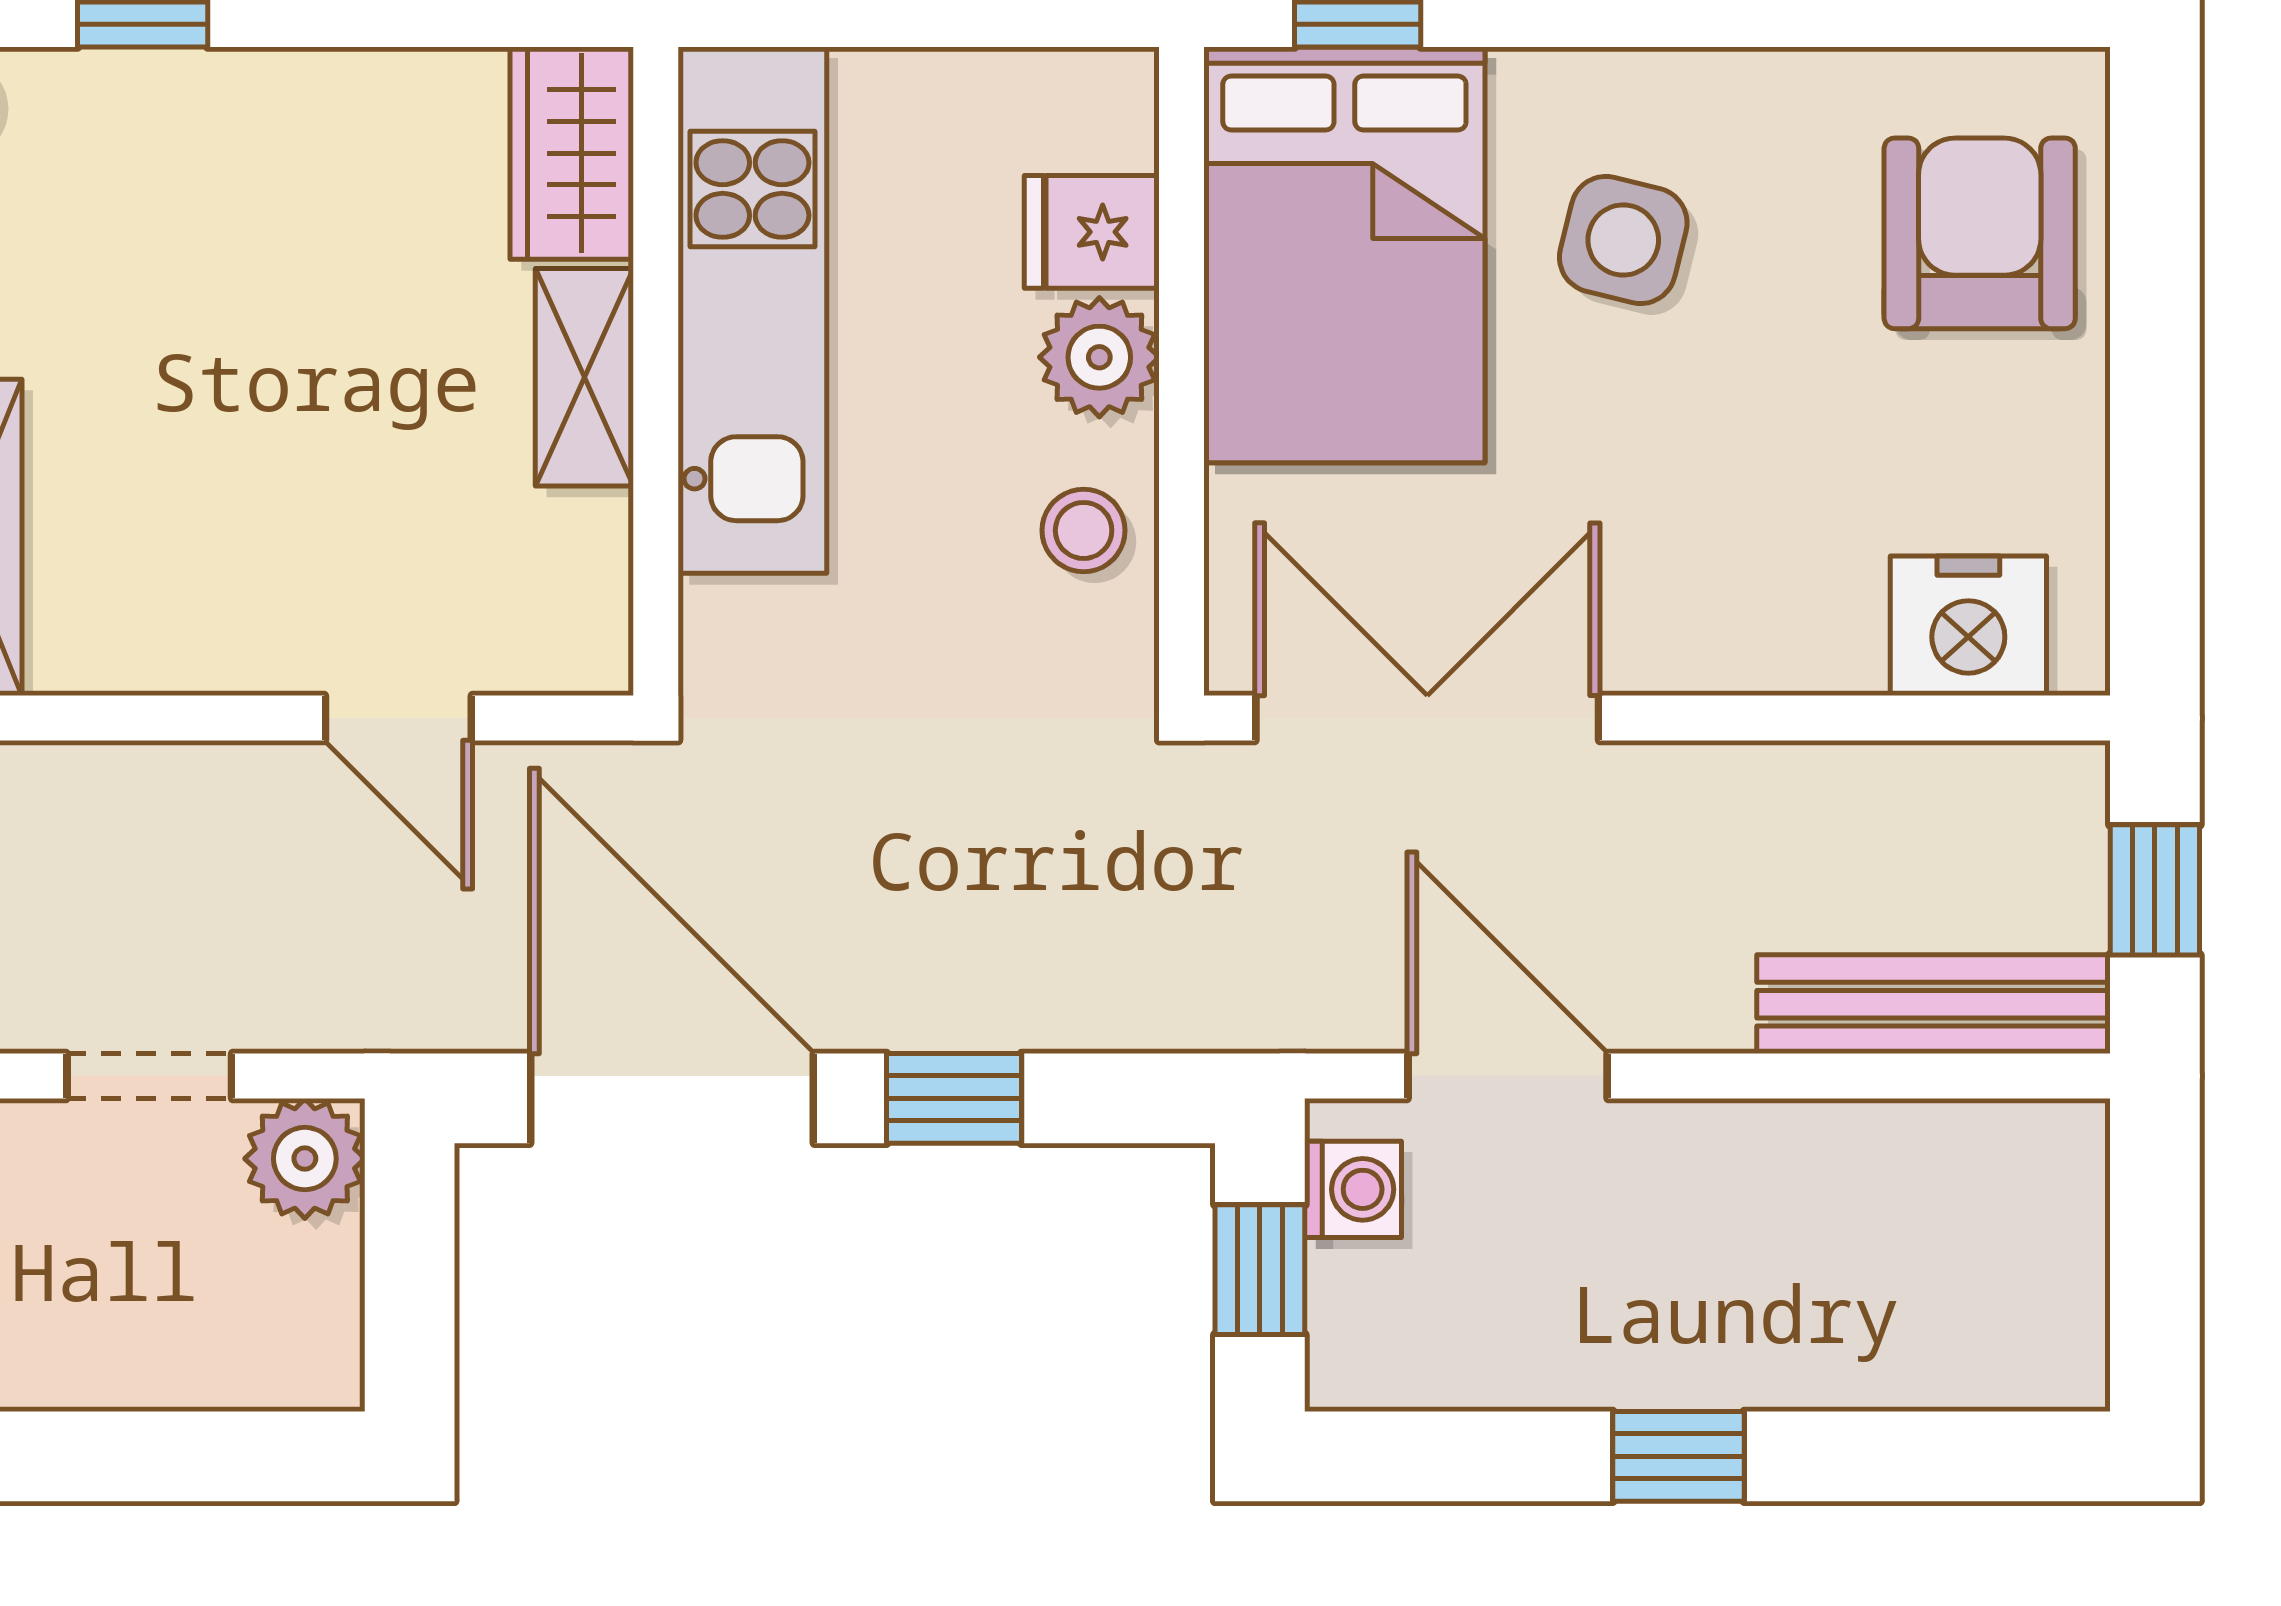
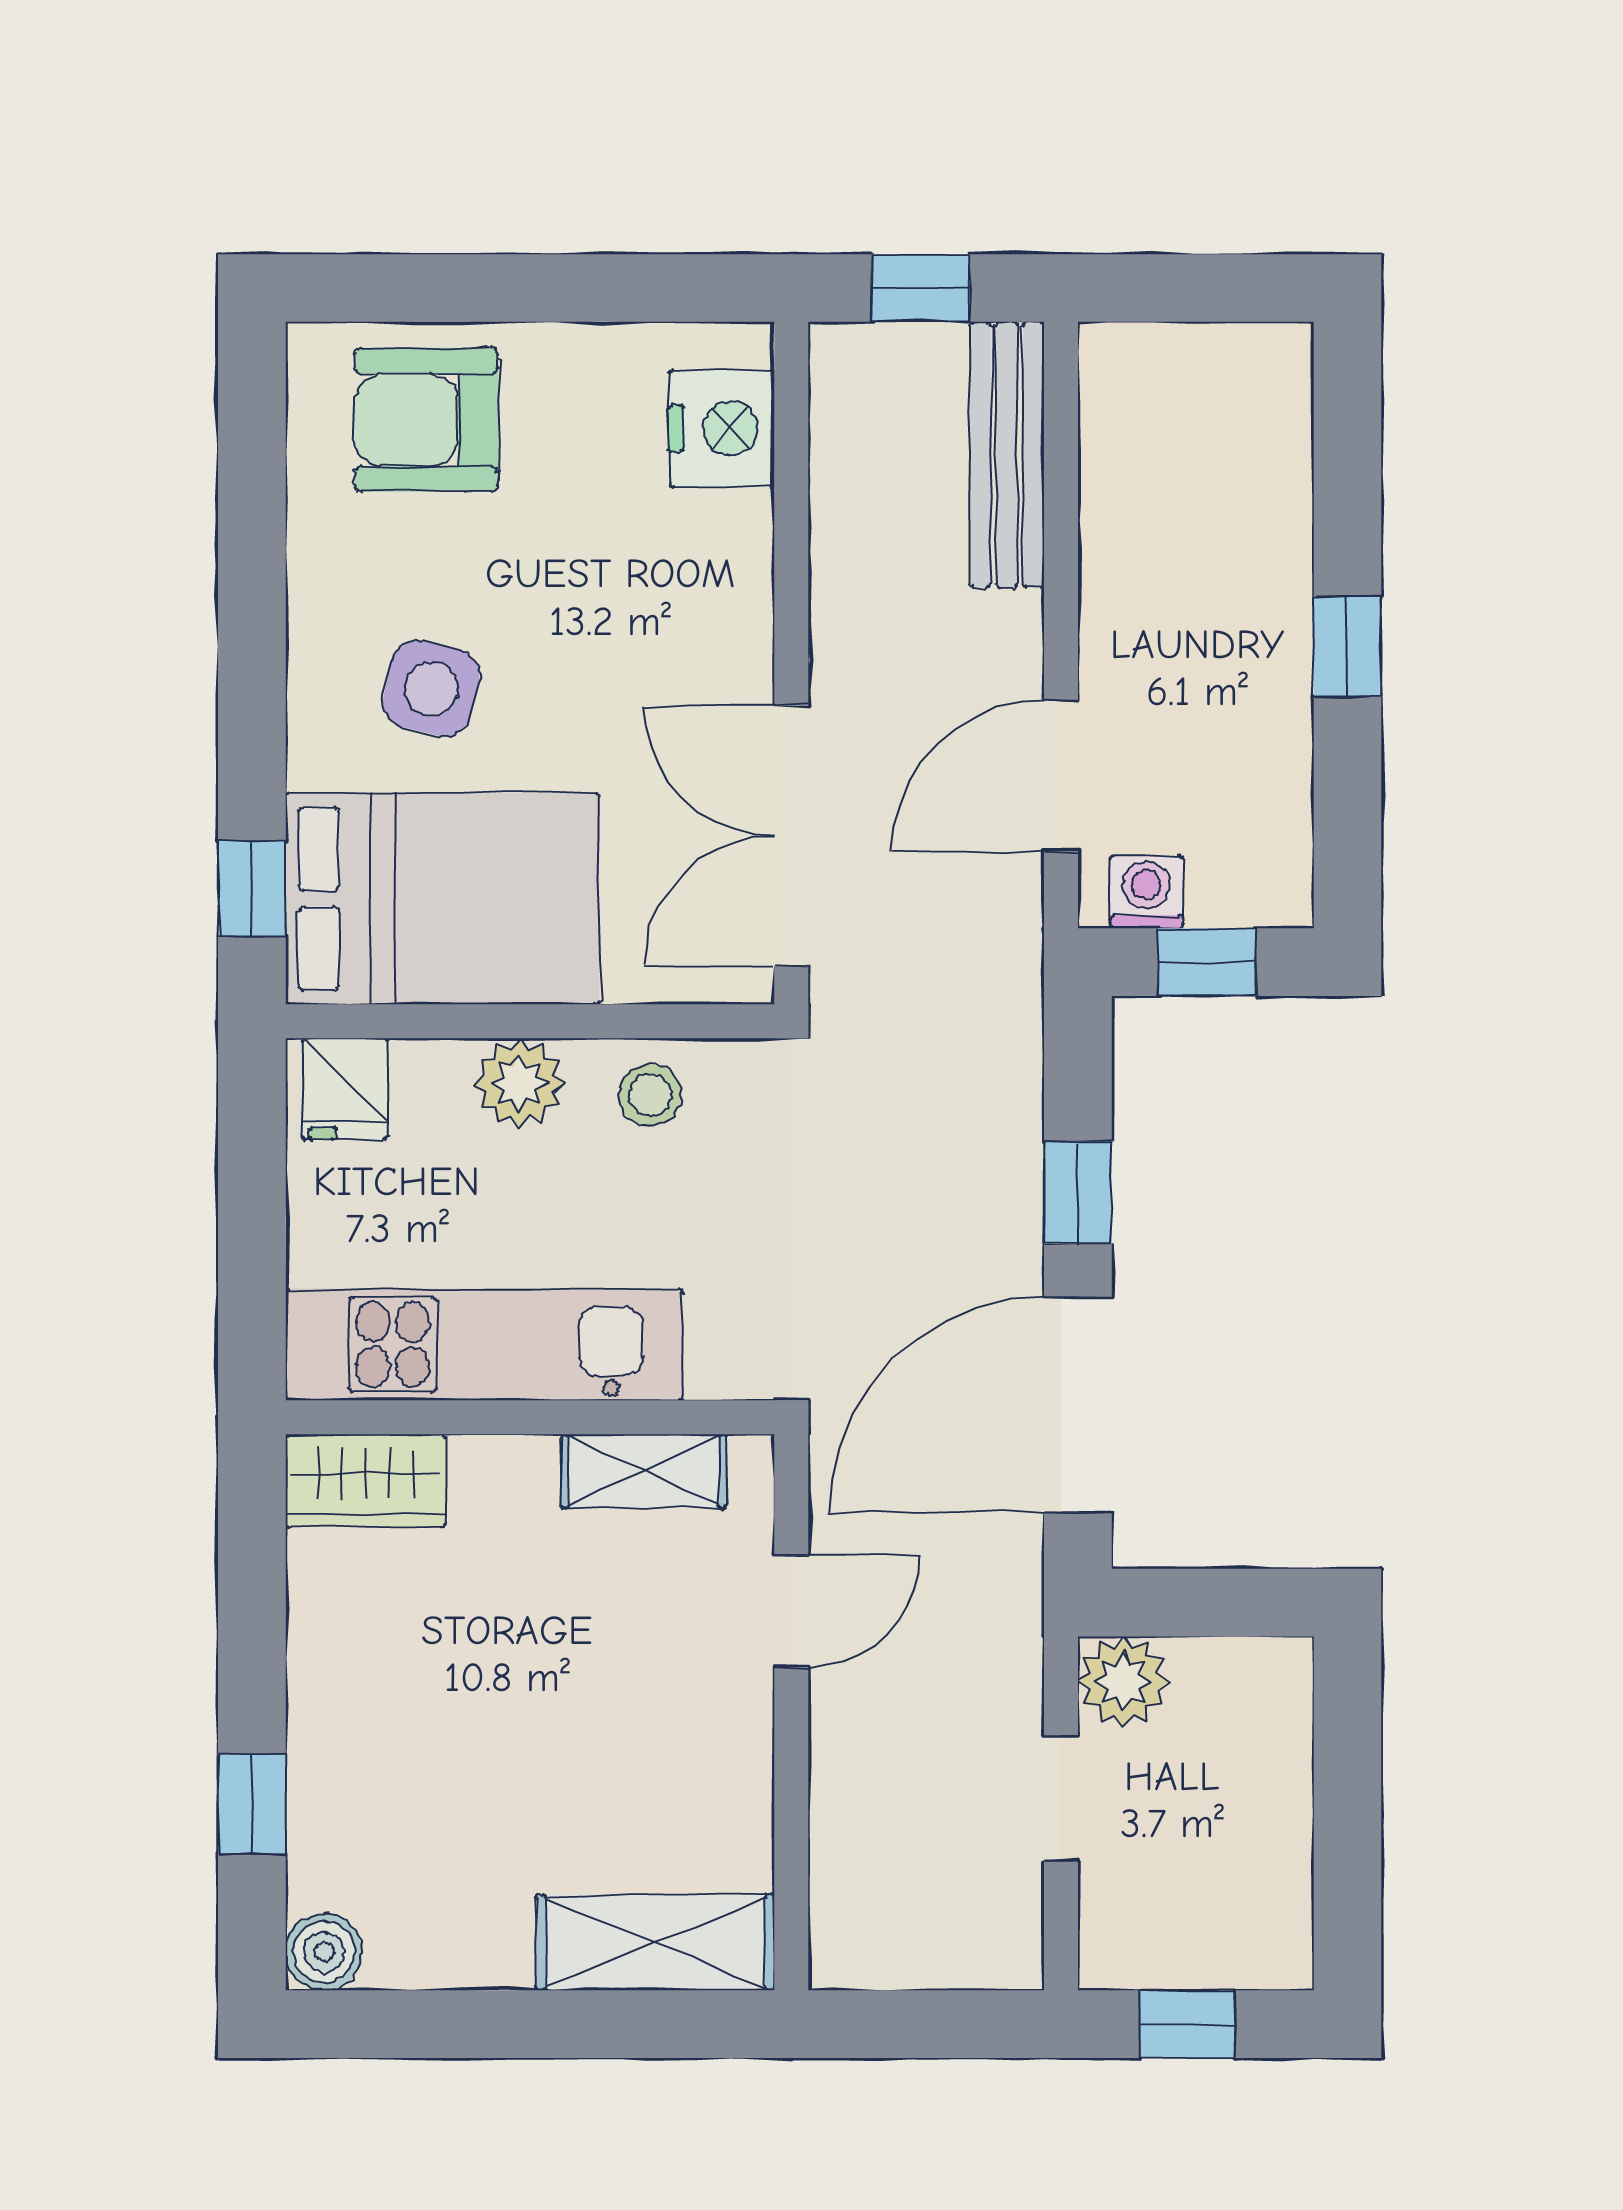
fridge: (1092, 232) -> (345, 1089), moved
shelving: (584, 377) -> (643, 1471), moved

